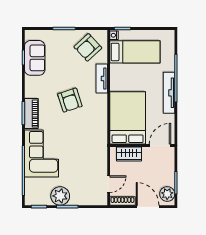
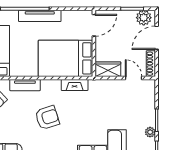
fireplace: (102, 127) -> (75, 85), added
door: (160, 146) -> (94, 25), swing flipped
wardrobe: (129, 154) -> (108, 69), moved, turned -90
plant: (60, 196) -> (150, 132), width x0.53, depth x0.53

